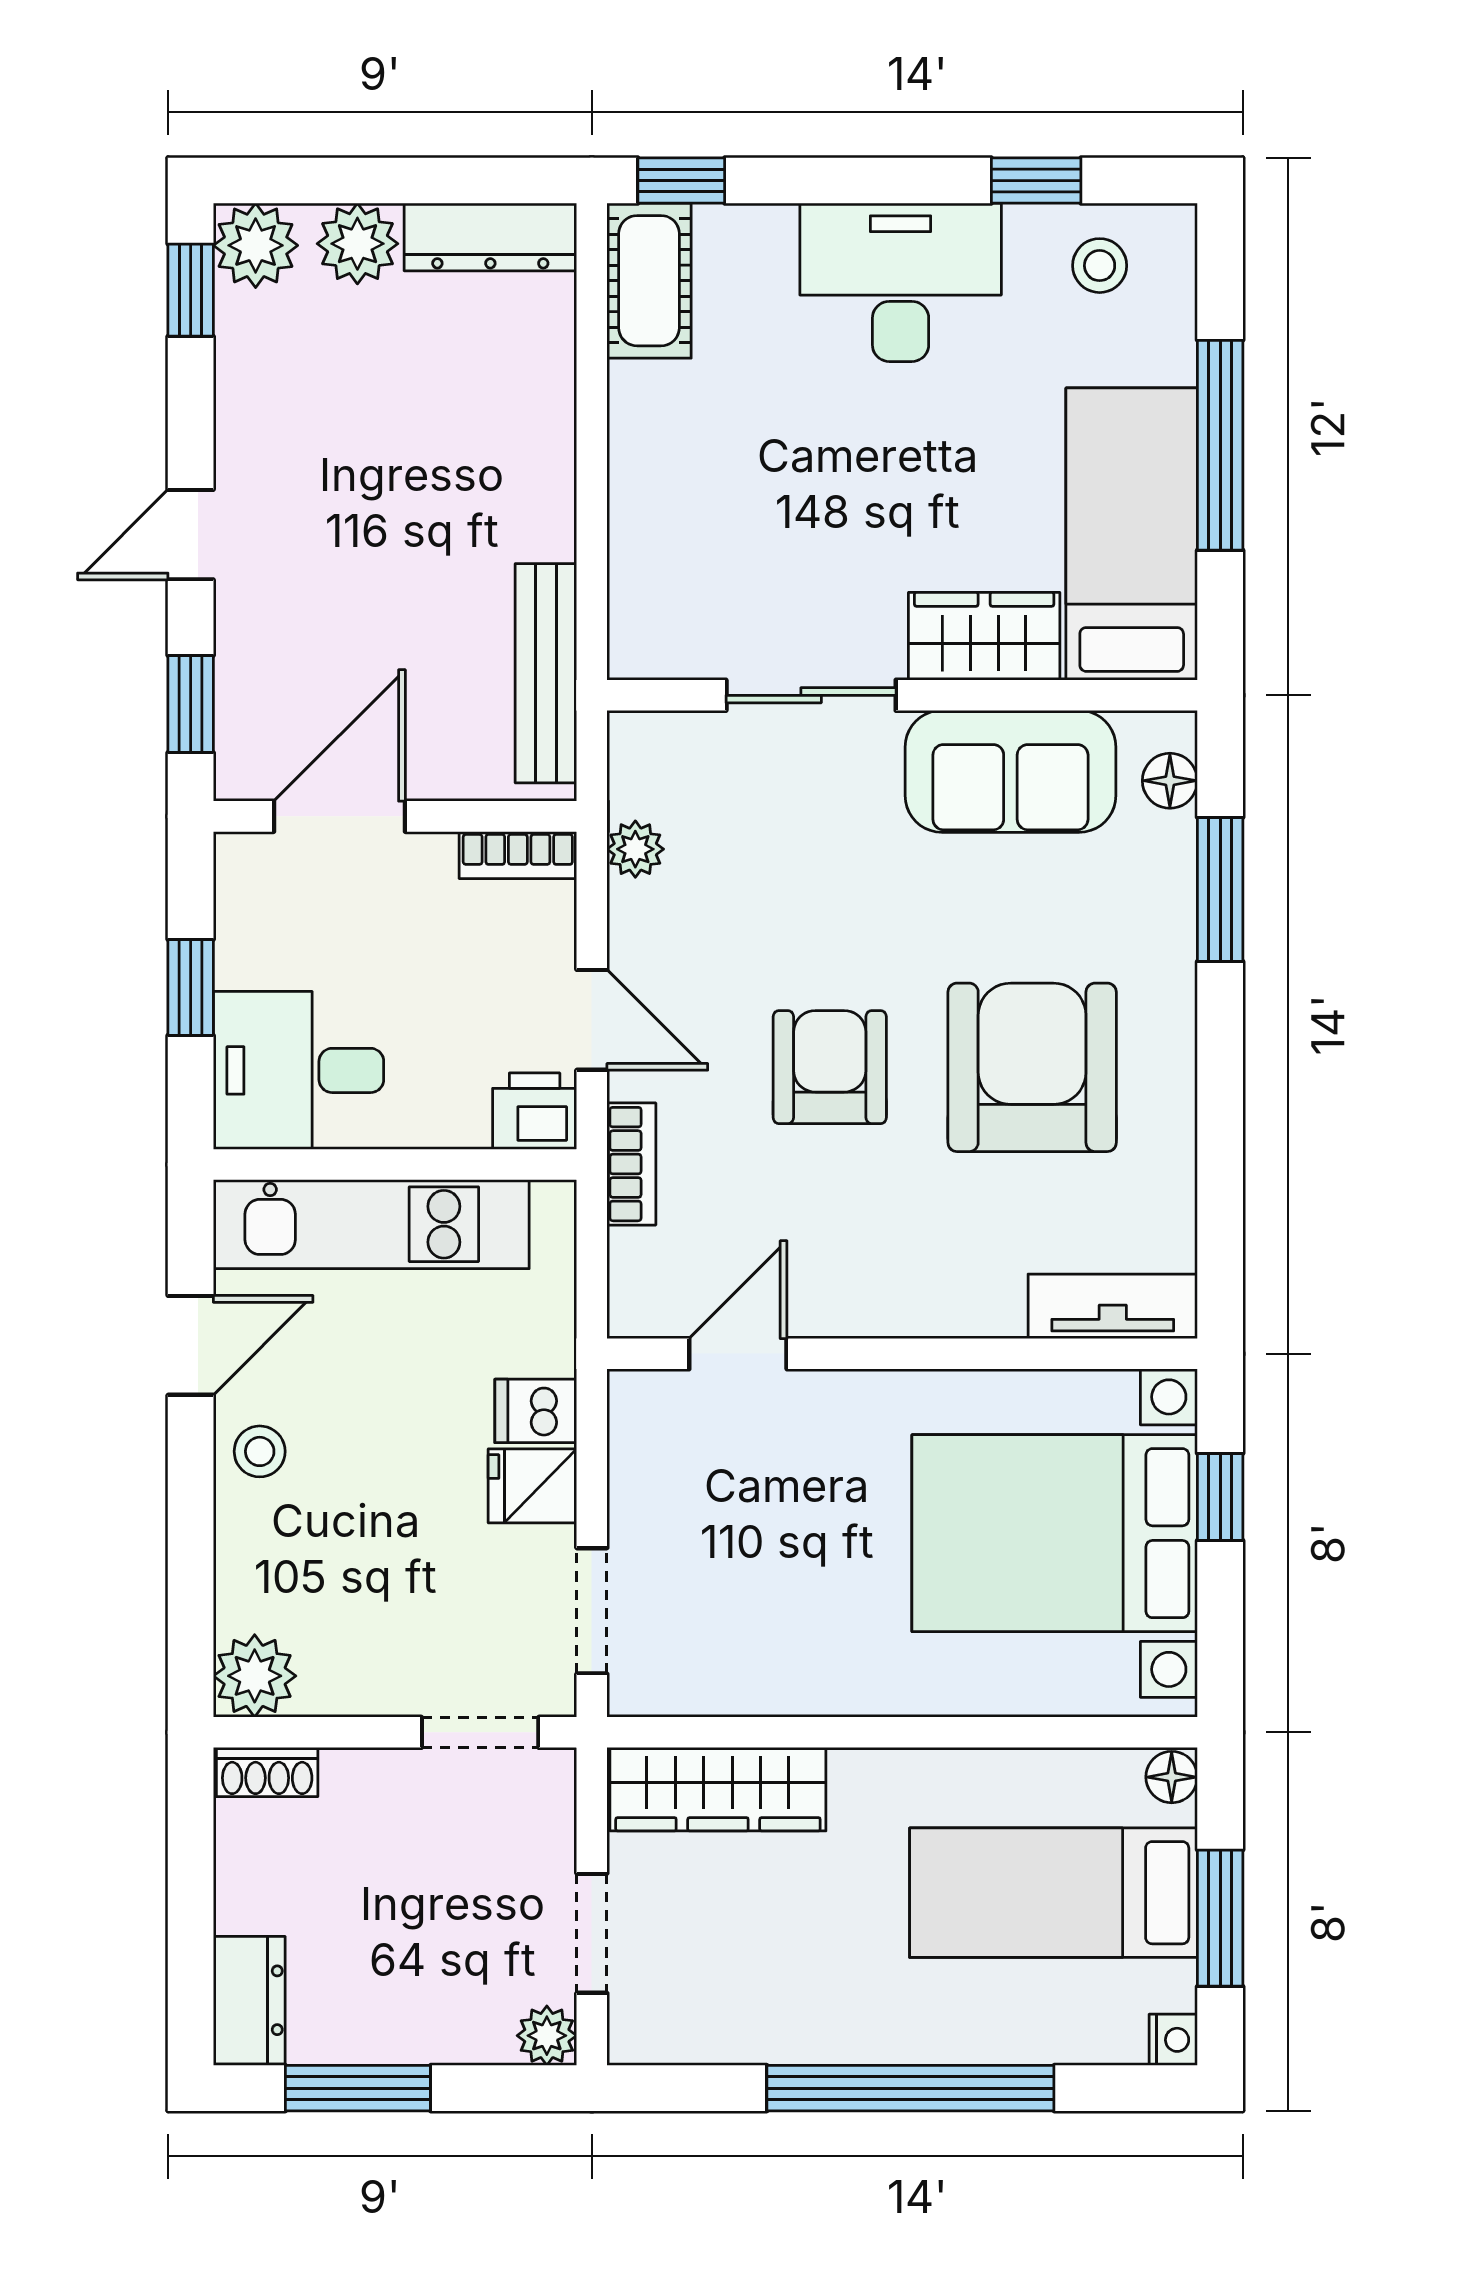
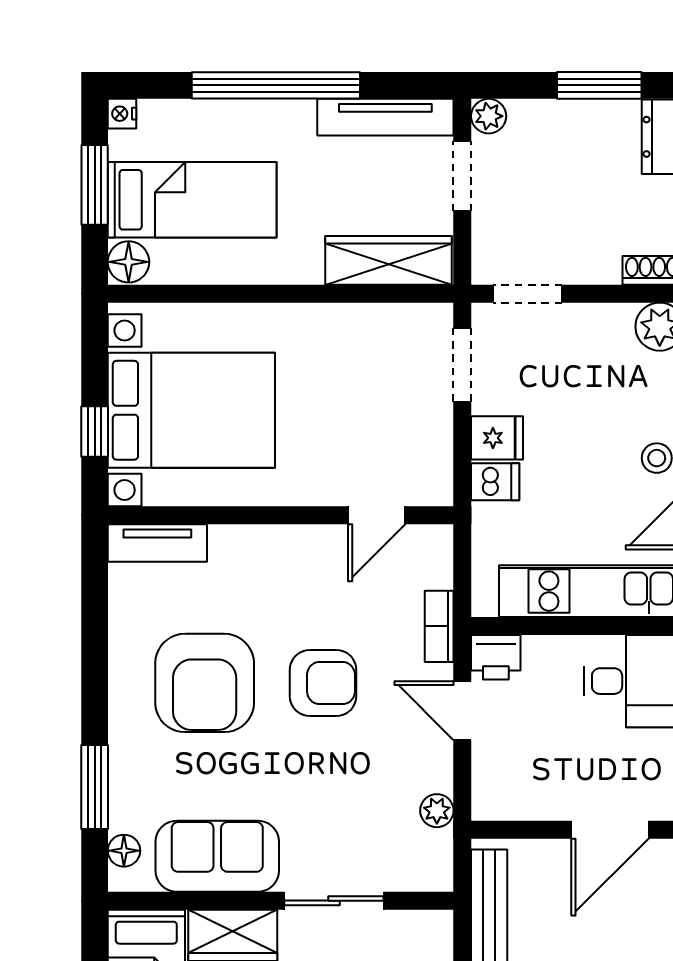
bookcase: (518, 855) -> (506, 807), removed
armchair: (830, 1067) -> (323, 683), turned -90
floor lamp: (1172, 1777) -> (129, 262), width x1.37, depth x1.37
tv unit: (723, 2034) -> (385, 117), added

